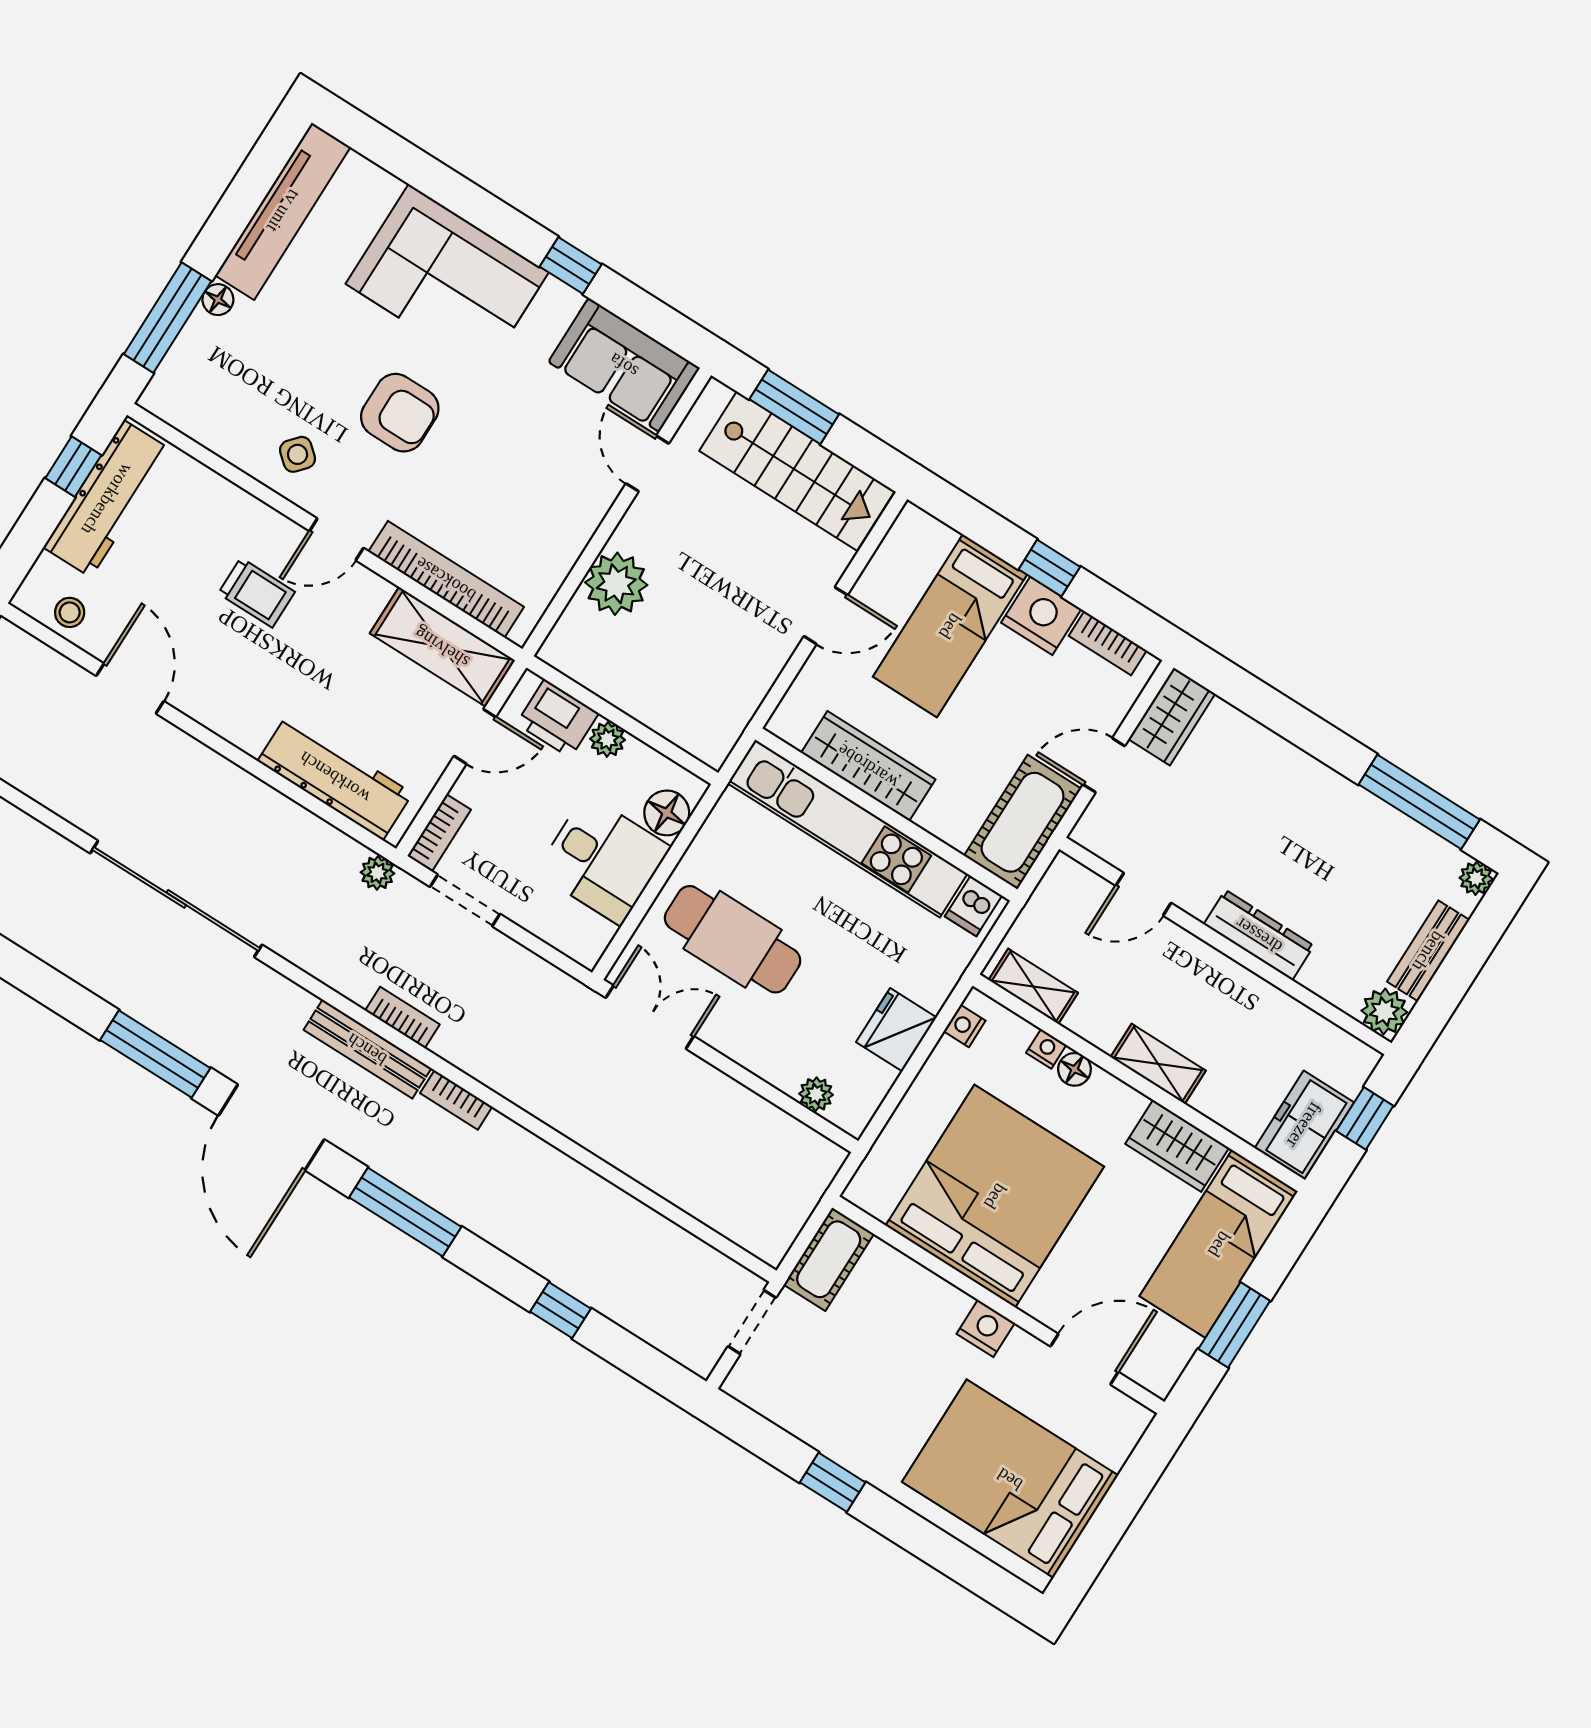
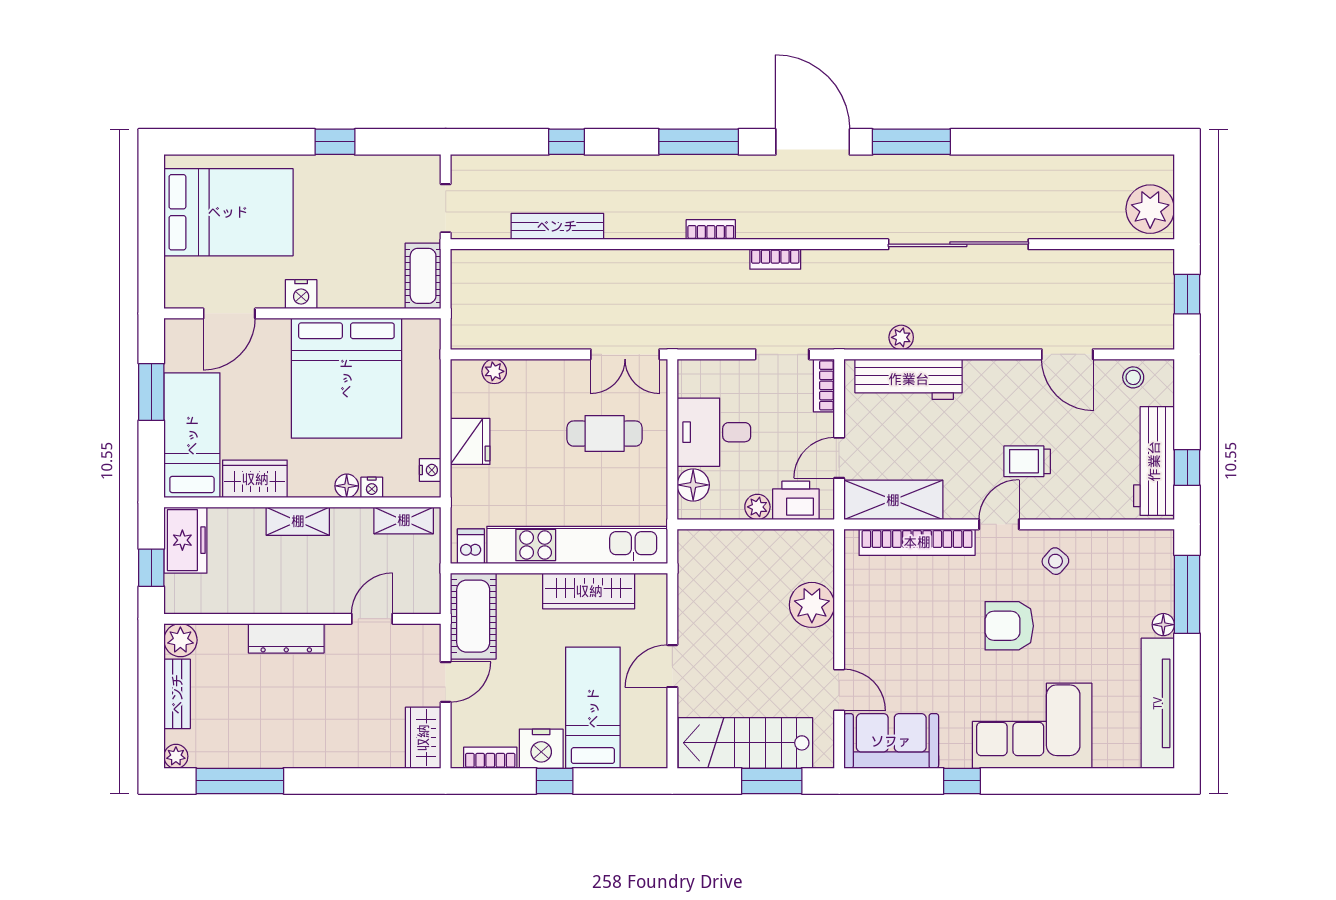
plant: (377, 873) -> (901, 337), moved
cafe table: (733, 939) -> (605, 434), width x0.73, depth x0.74
bench: (367, 1049) -> (557, 226), moved

